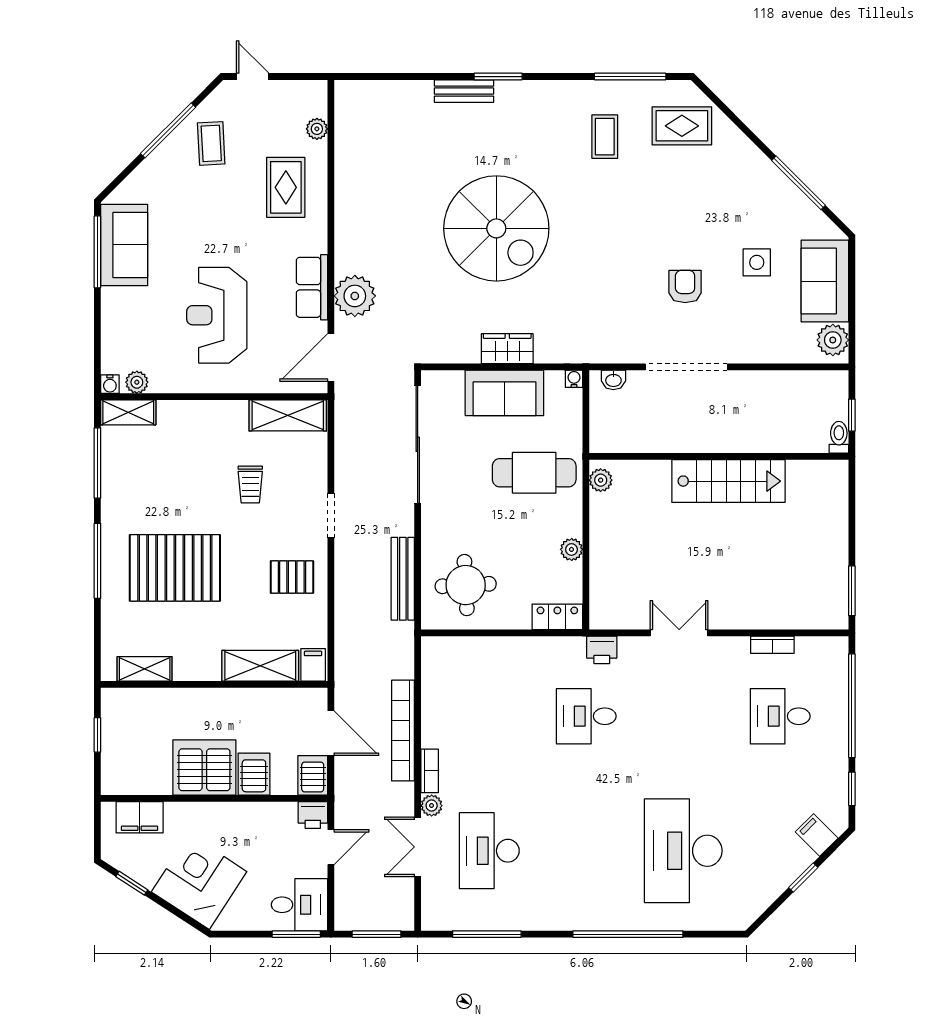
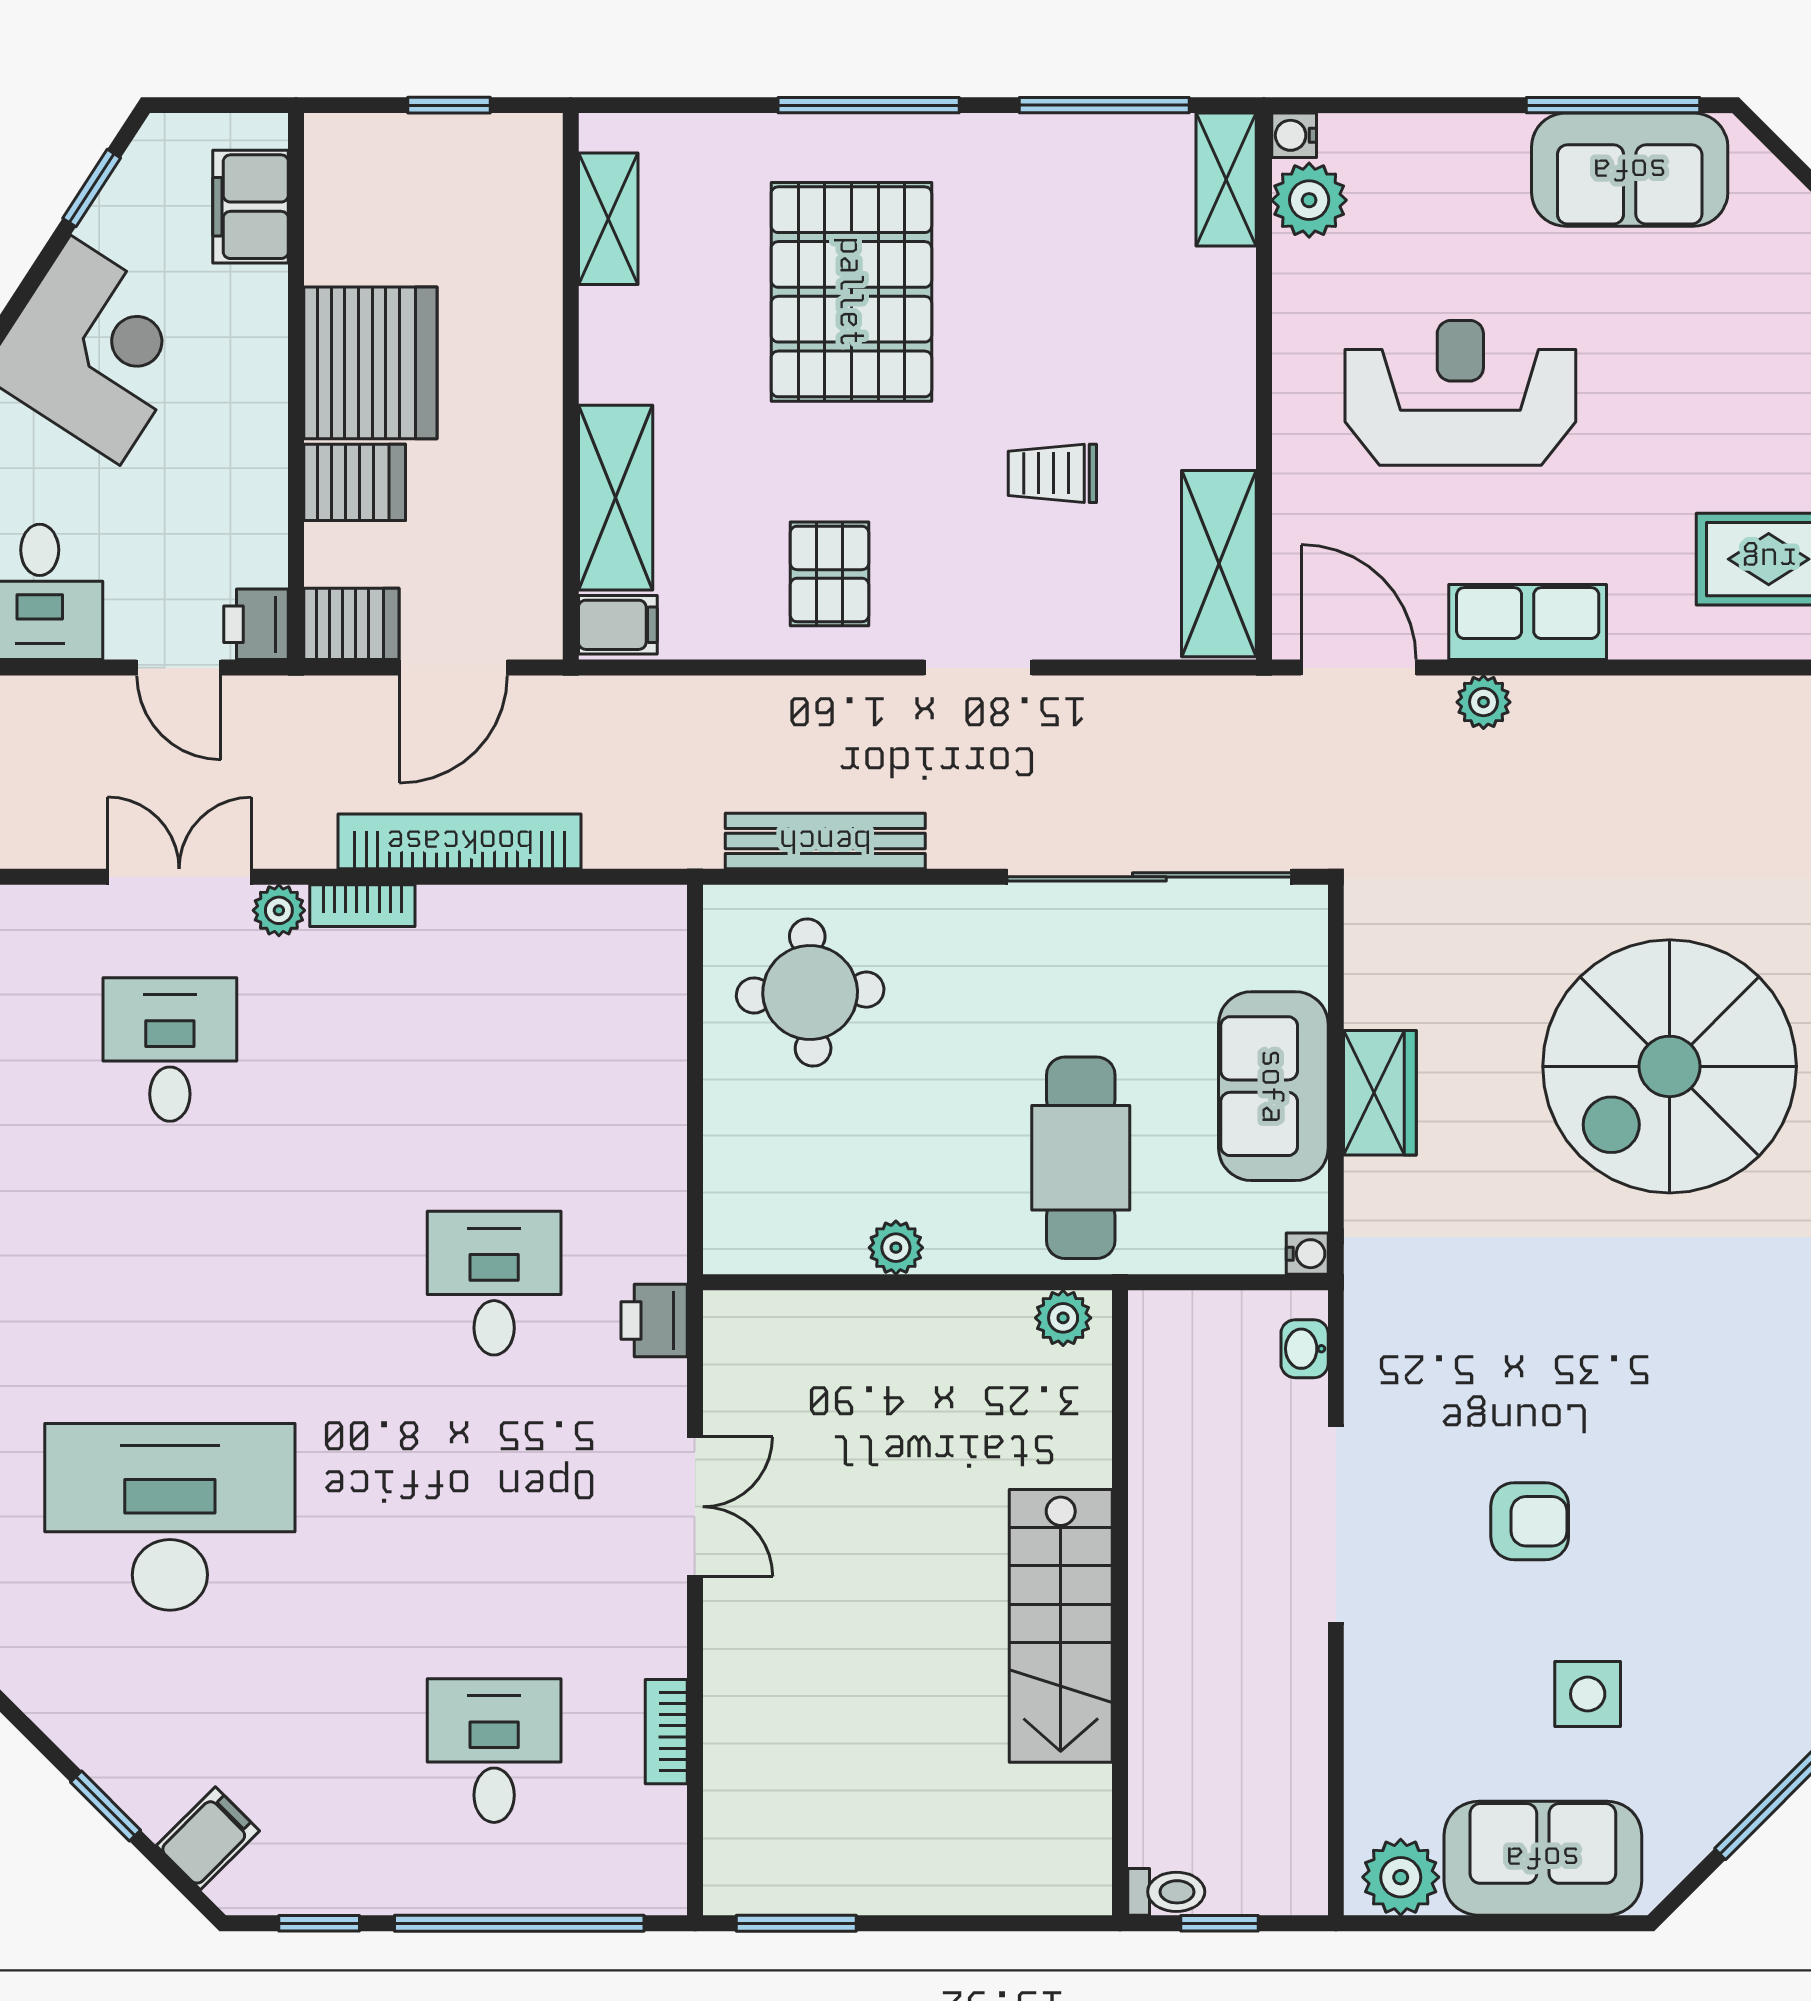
plant: (355, 296) -> (1483, 702), width x0.53, depth x0.53
plant: (137, 382) -> (1309, 200), width x1.38, depth x1.38
locker: (557, 617) -> (734, 1214), removed
desk: (489, 851) -> (170, 1049), width x0.73

